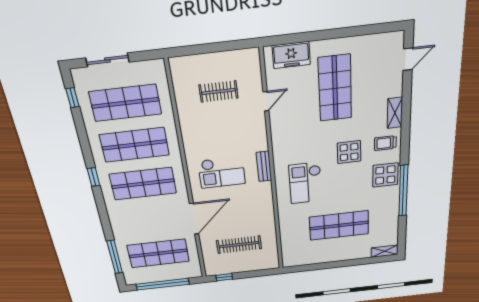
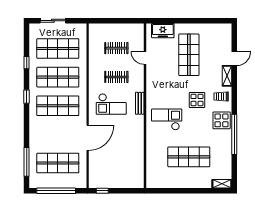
door: (408, 59) -> (234, 59), moved
window: (72, 98) -> (27, 63), moved
door: (266, 101) -> (145, 58), swing flipped
checkout: (305, 183) -> (167, 119), turned 90
clothes rail: (239, 245) -> (116, 77), moved, width x0.73

